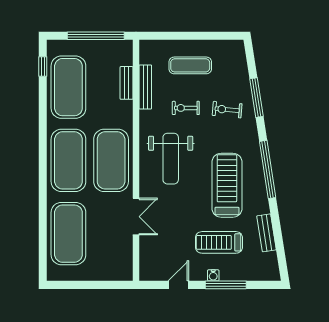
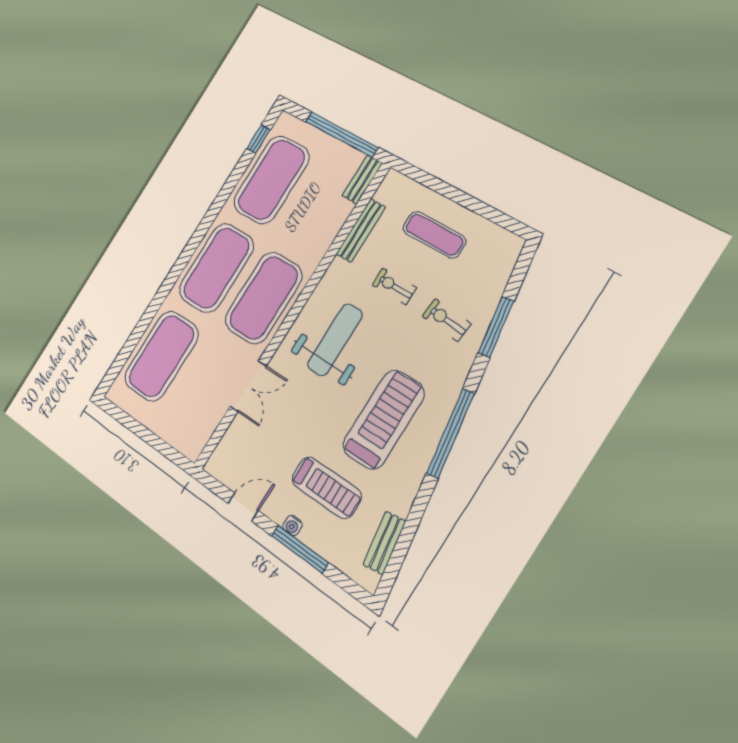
bench: (127, 83) -> (362, 179), moved
weight bench: (171, 159) -> (335, 340), turned 180
bench: (266, 233) -> (384, 543), moved
treadmill: (219, 242) -> (326, 488), turned 180

